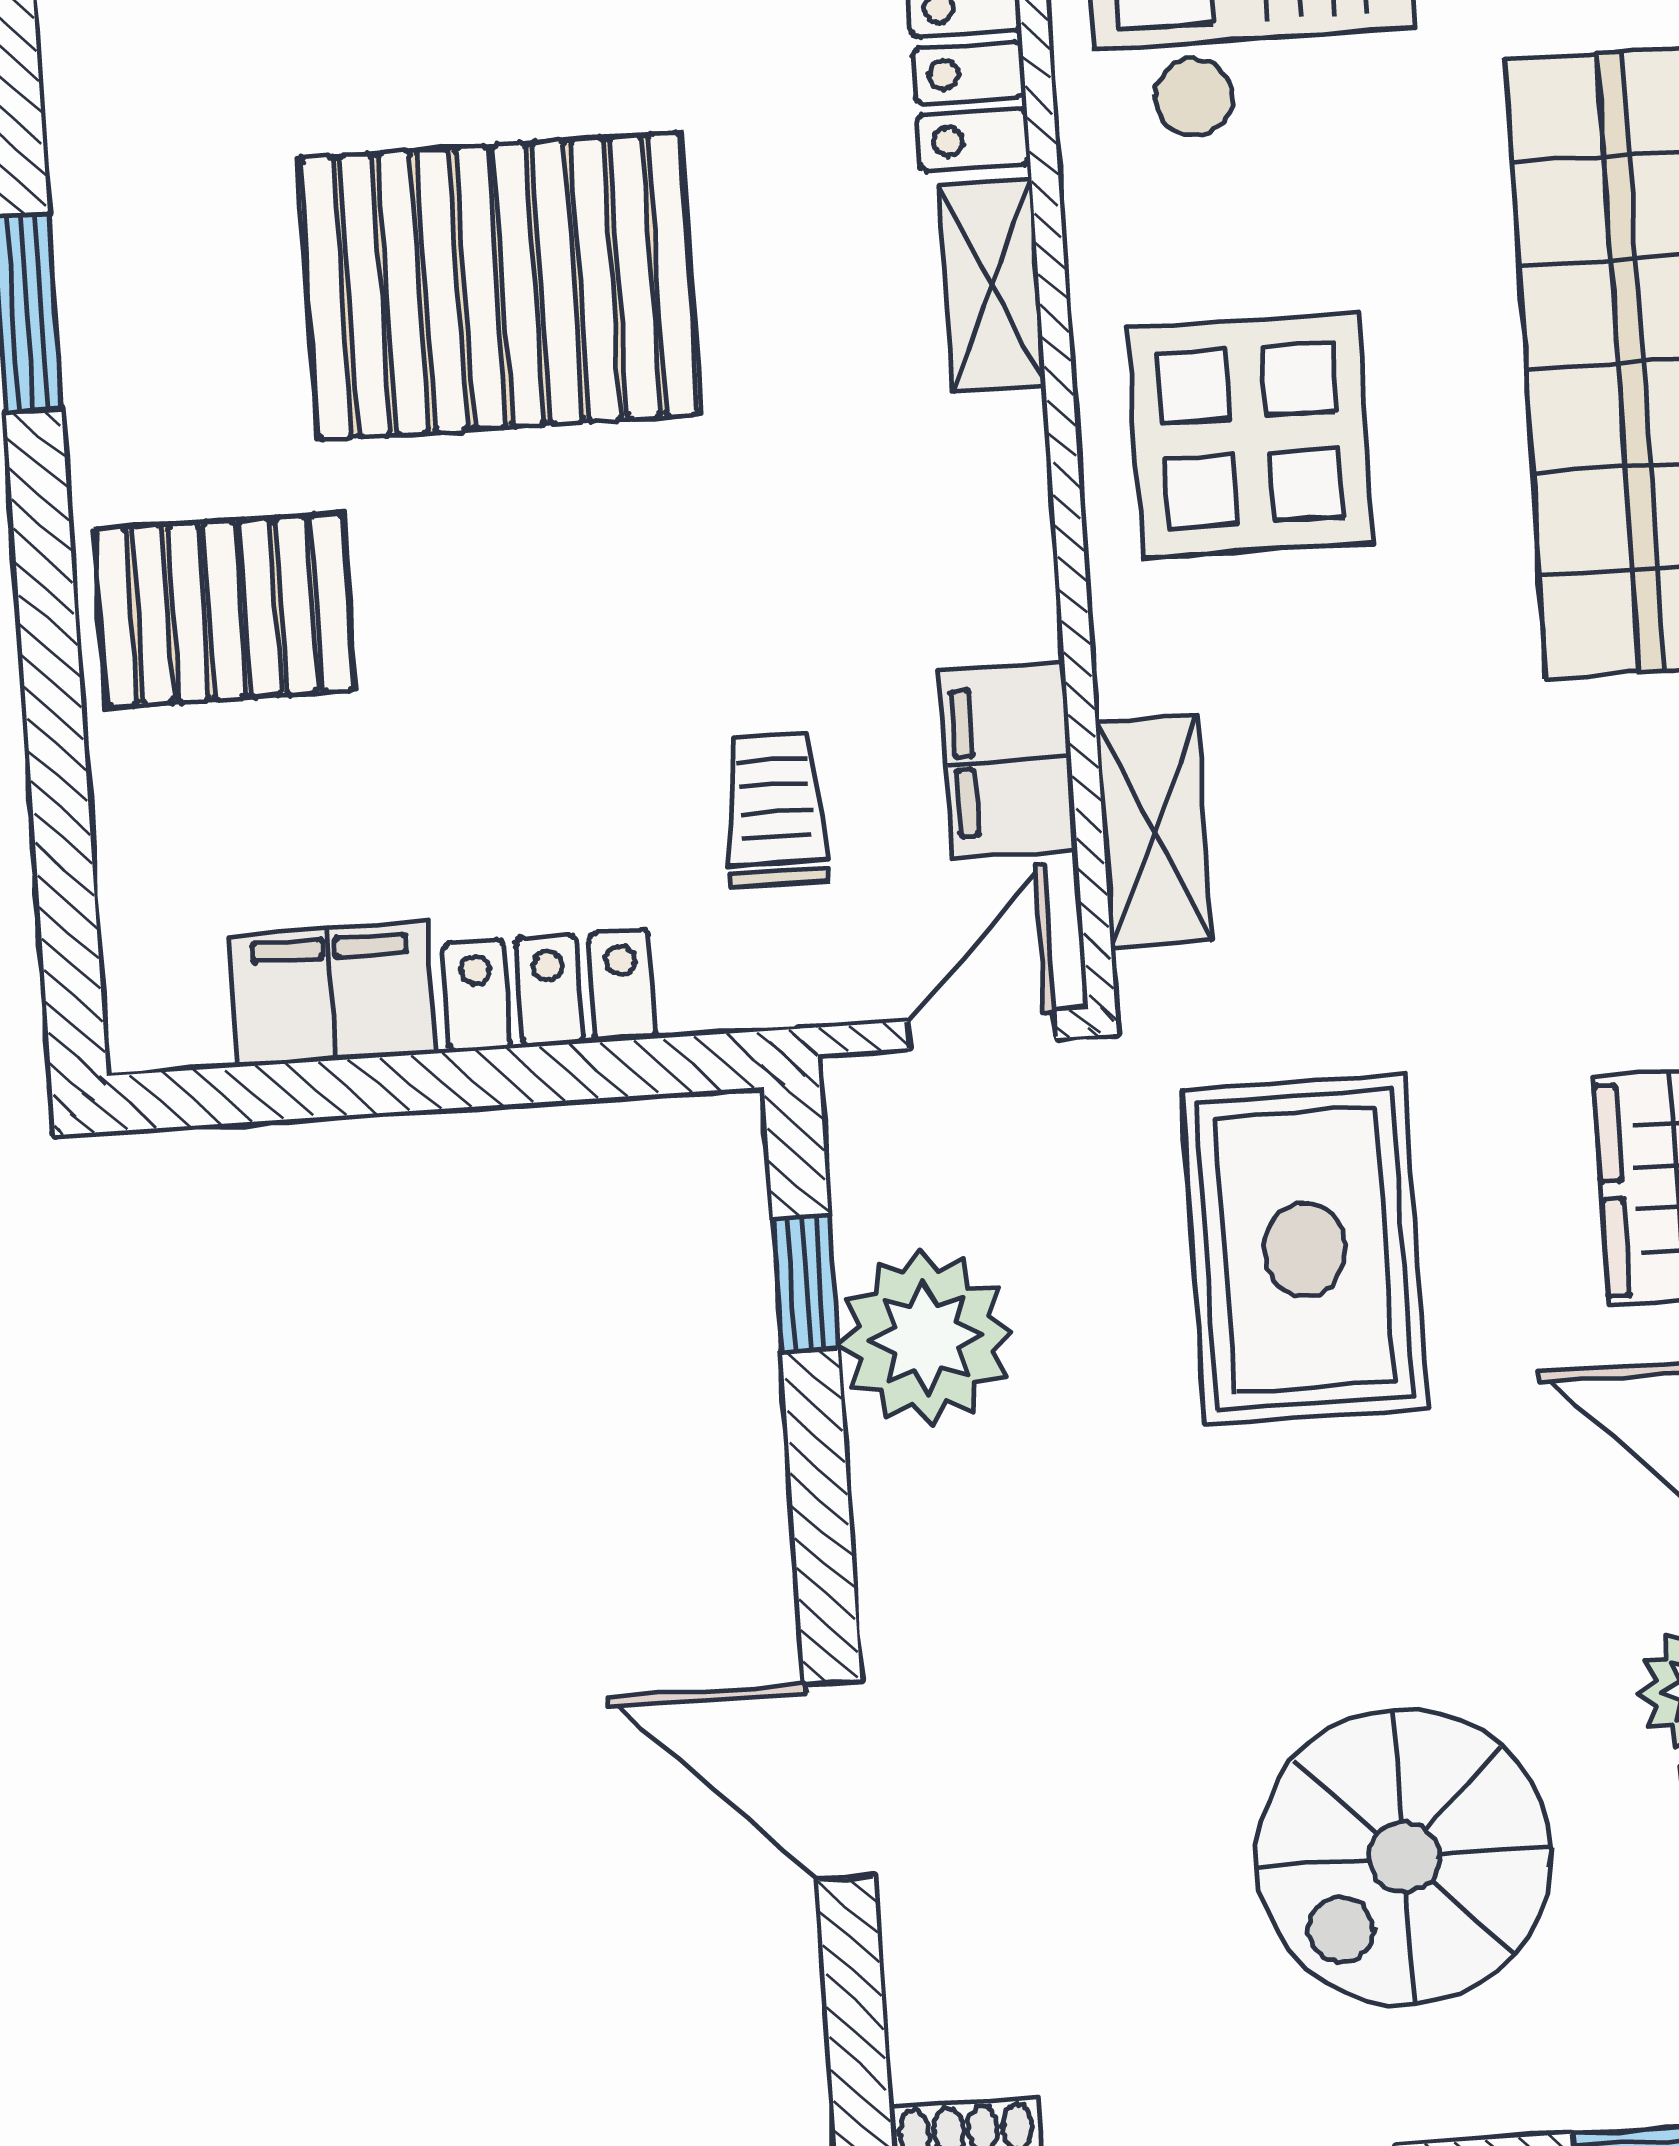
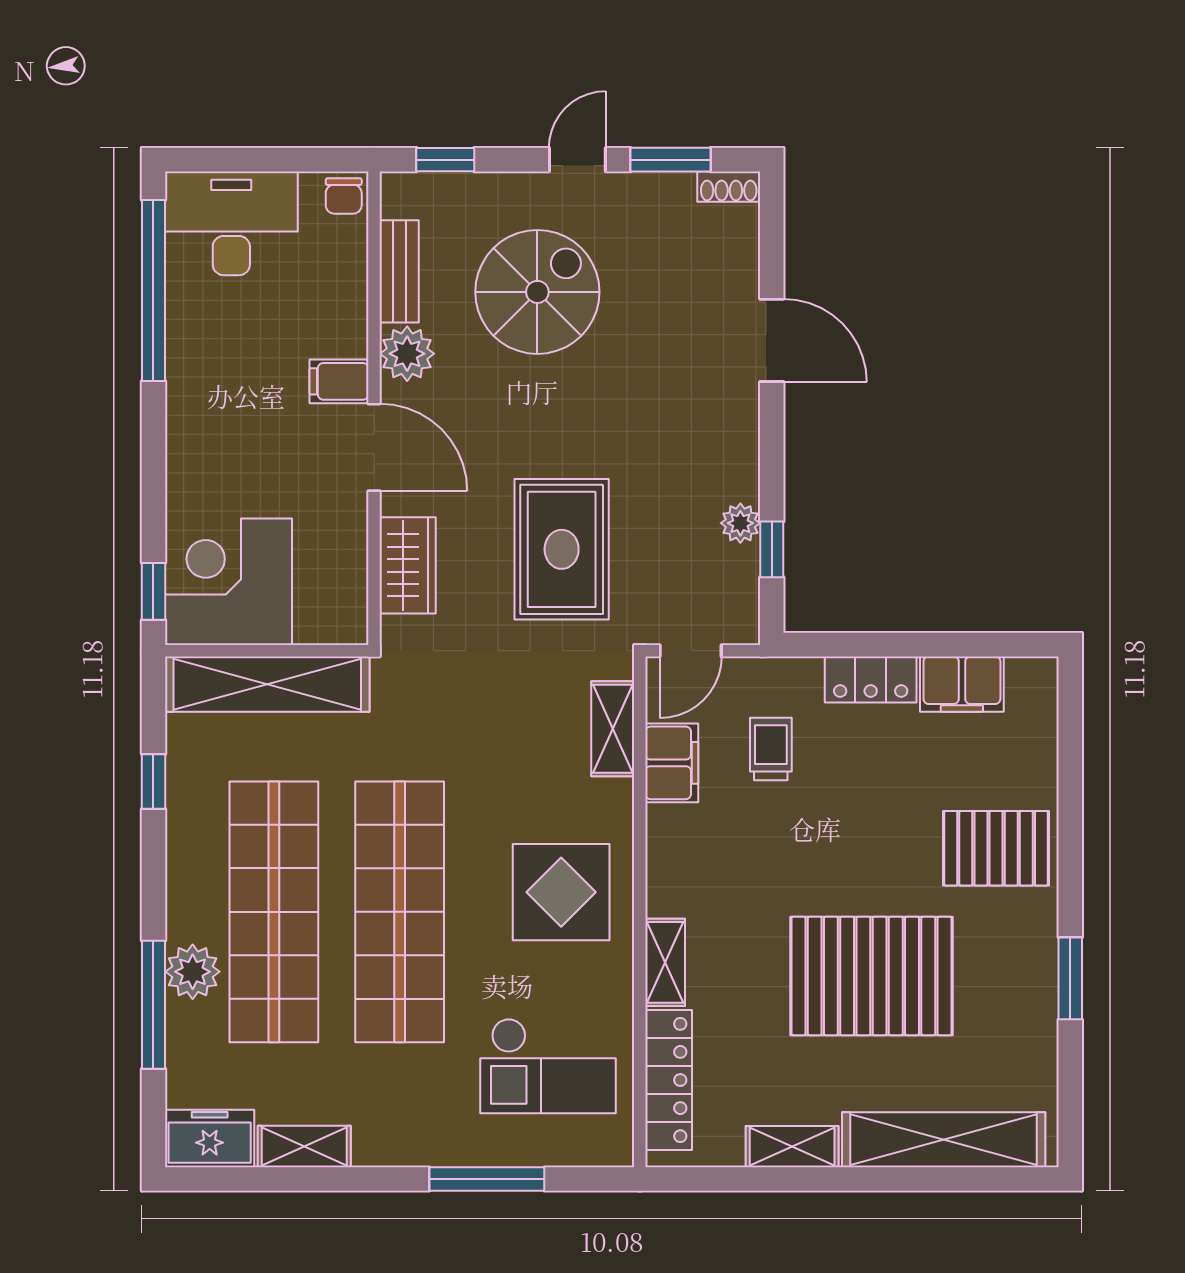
trolley: (775, 809) -> (771, 749), turned 180
plant: (925, 1338) -> (740, 523), width x0.53, depth x0.53

